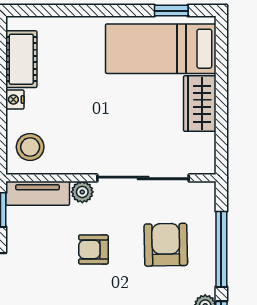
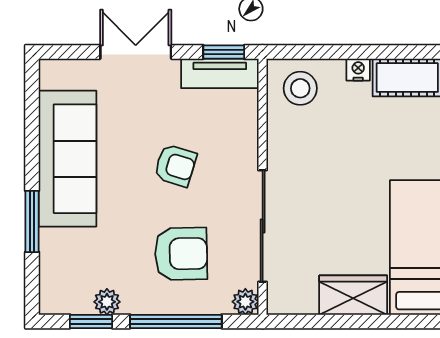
plant: (82, 192) -> (245, 302), moved
tv unit: (38, 193) -> (220, 73), moved, turned -90
armchair: (93, 249) -> (175, 165), turned 107

